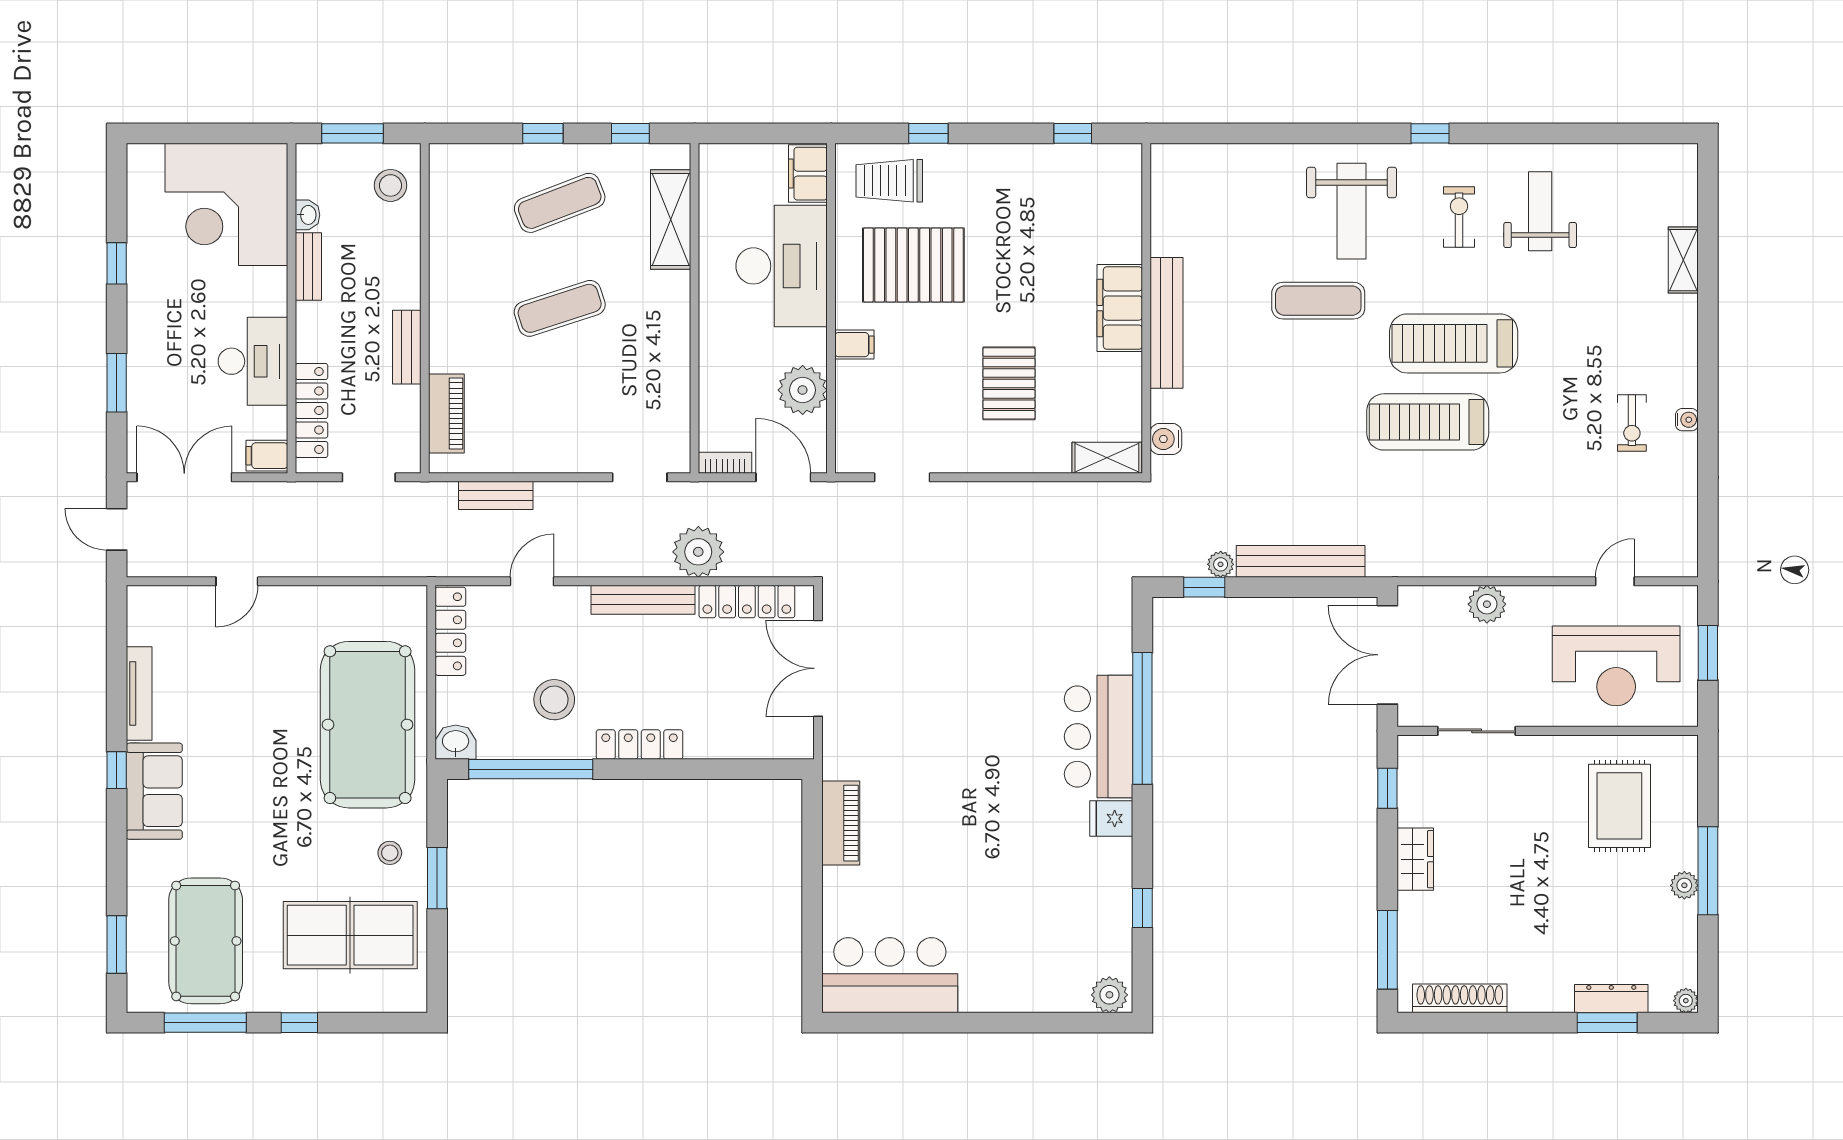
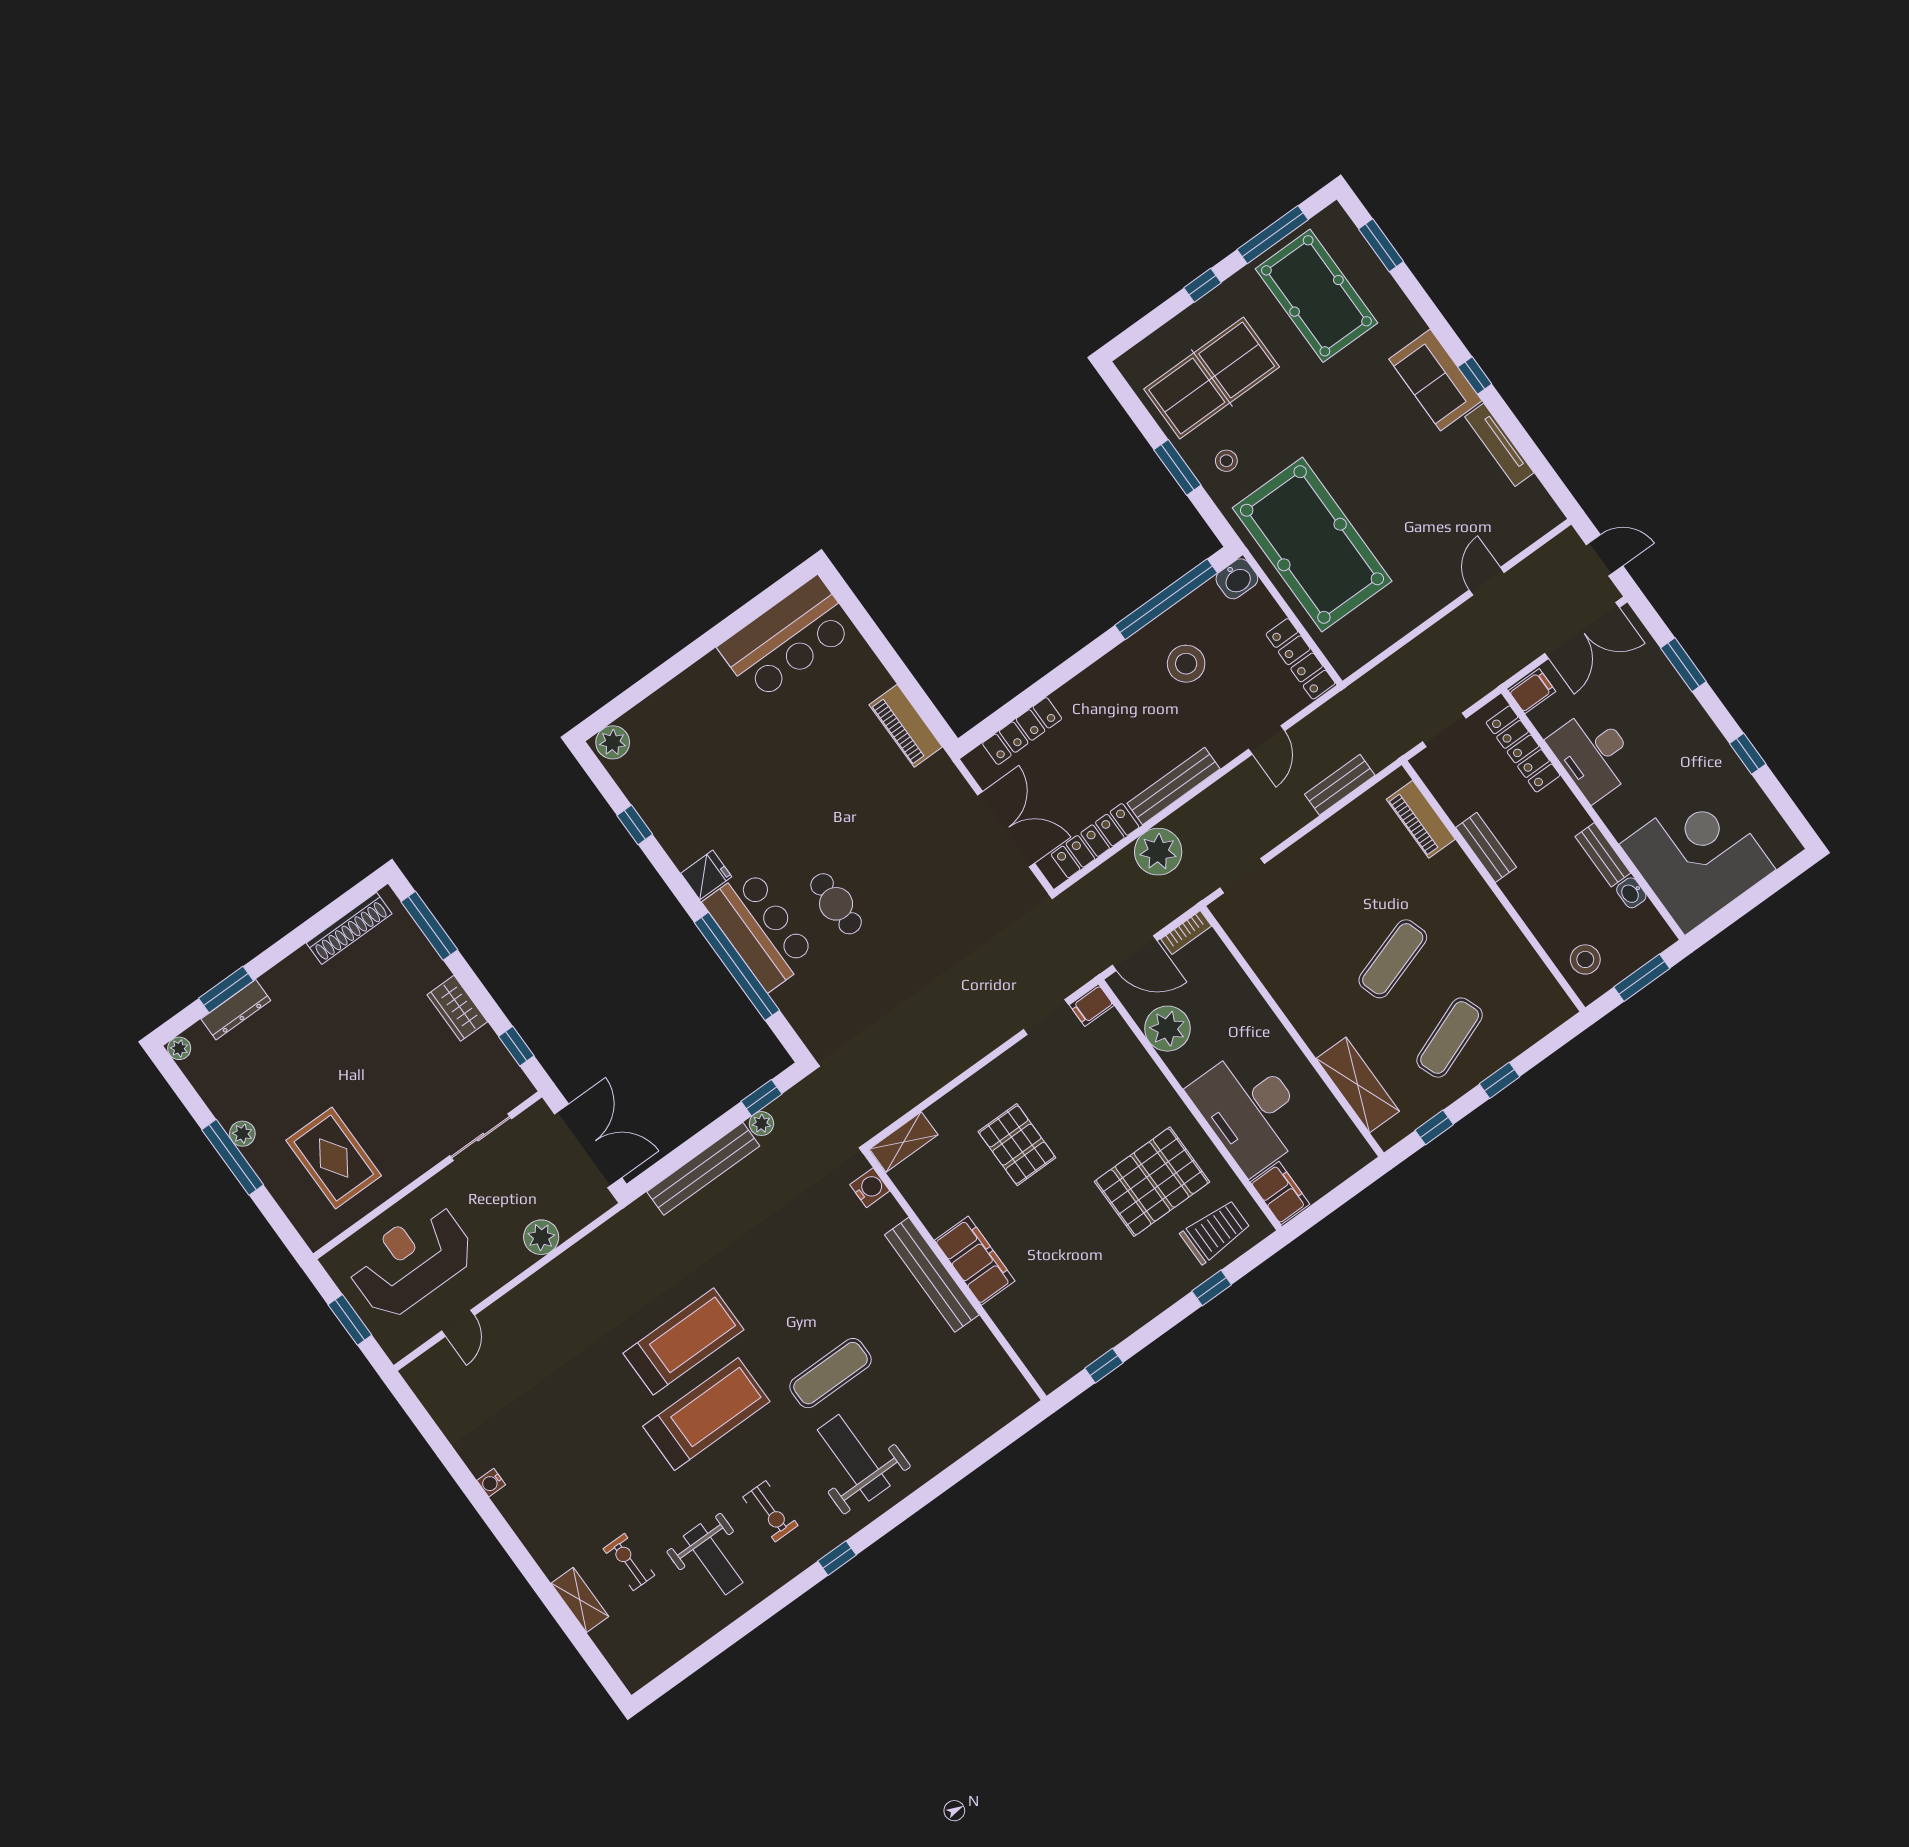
filing cabinet: (854, 345) -> (1092, 1005), moved
exercise bike: (1632, 423) -> (629, 1562), moved
cafe table: (1015, 711) -> (836, 904), added
locker: (640, 745) -> (1022, 731), moved

